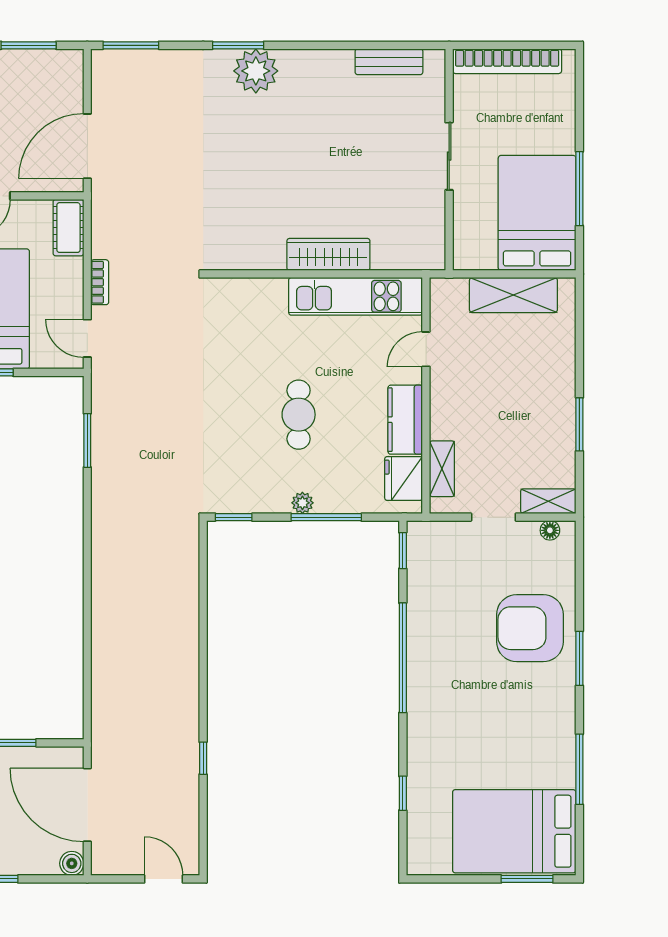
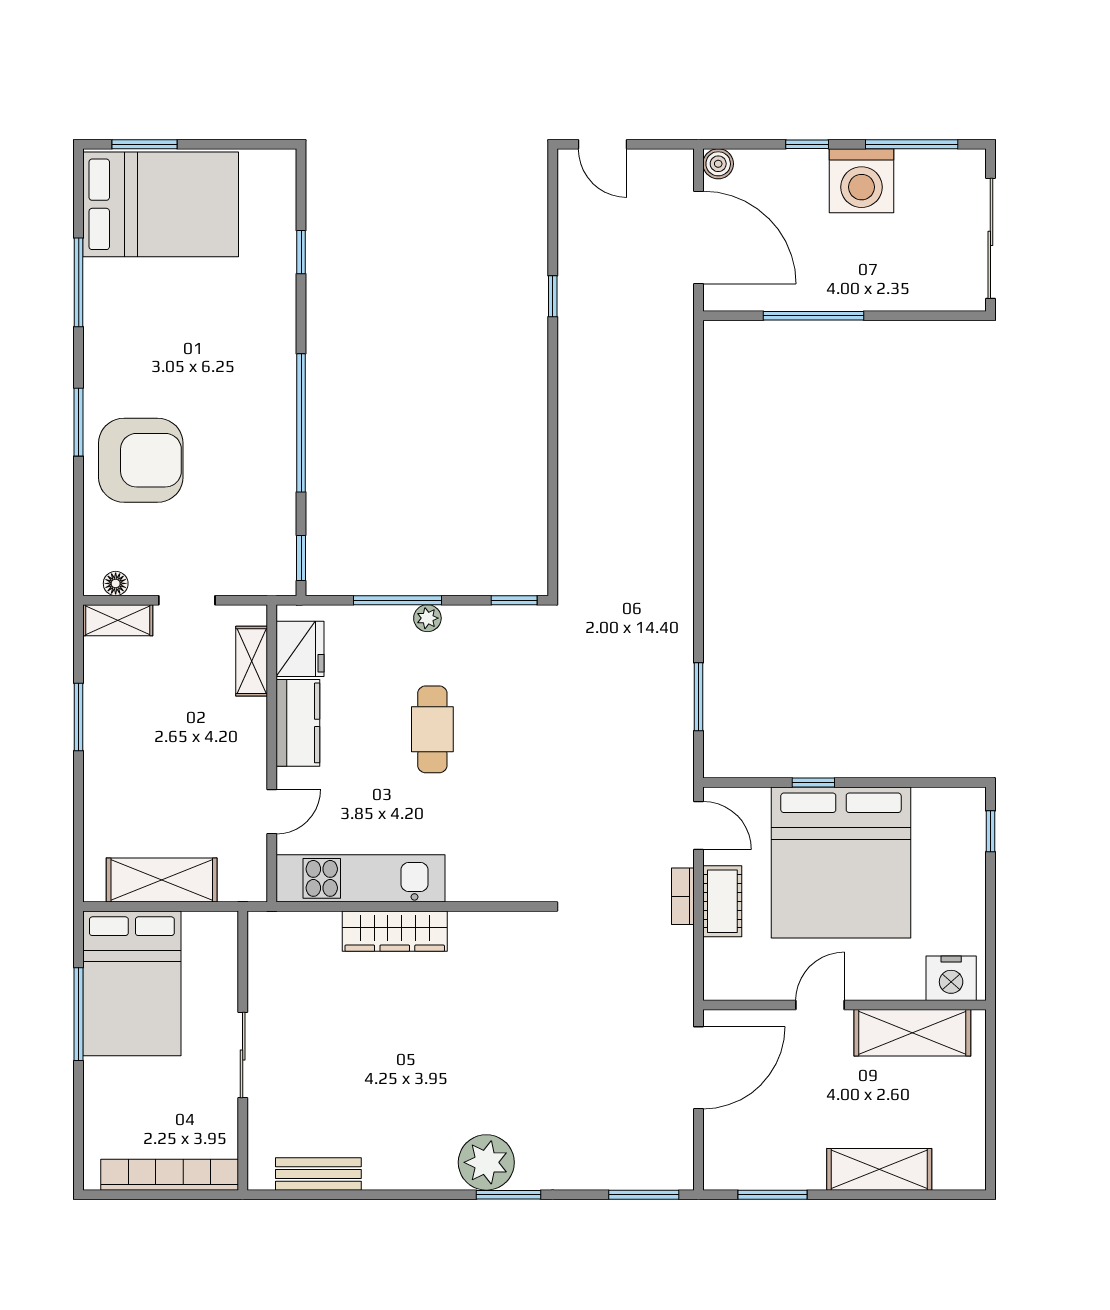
cot: (68, 228) -> (722, 901), moved

